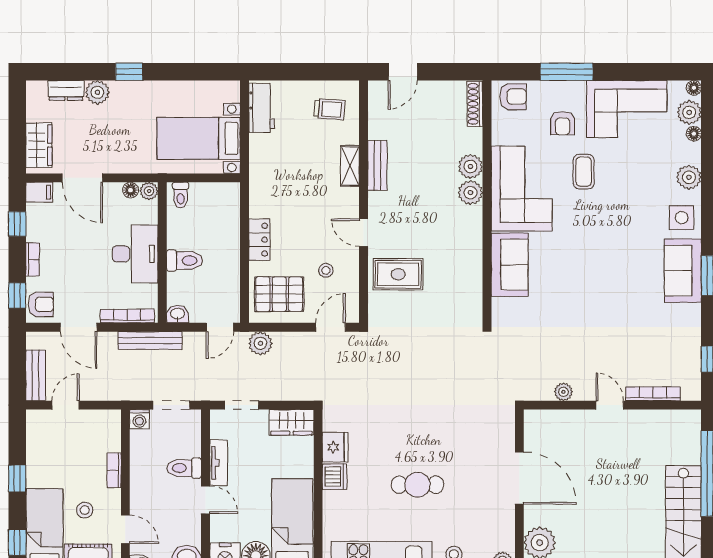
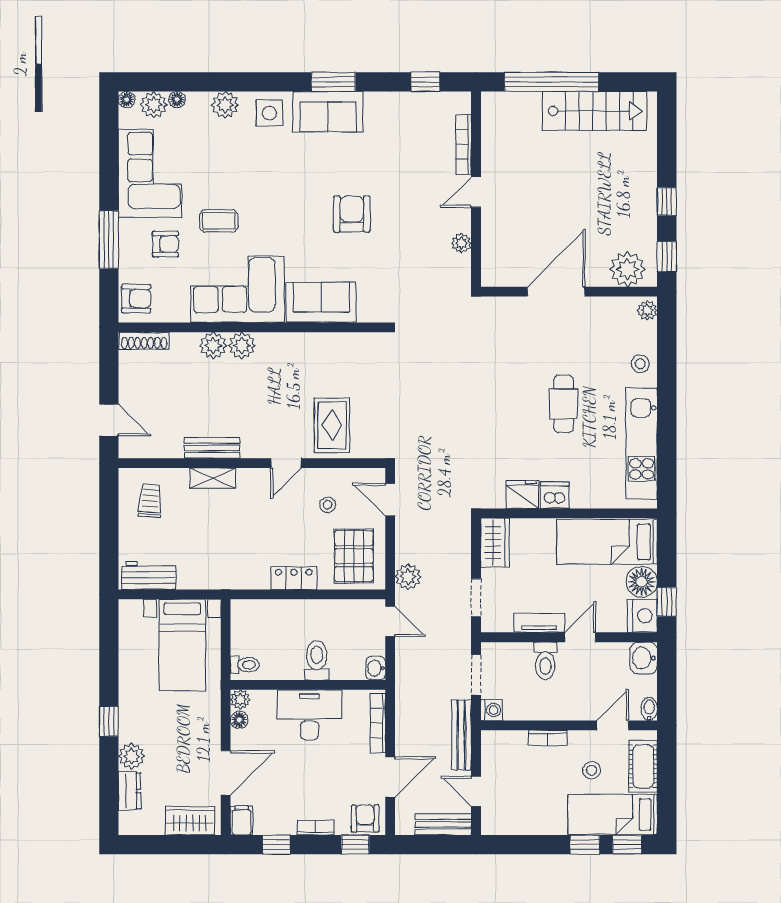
armchair: (513, 97) -> (136, 299), turned 90
armchair: (590, 292) -> (352, 214), added
bench: (150, 340) -> (461, 735), moved
window: (17, 478) -> (585, 845), moved

